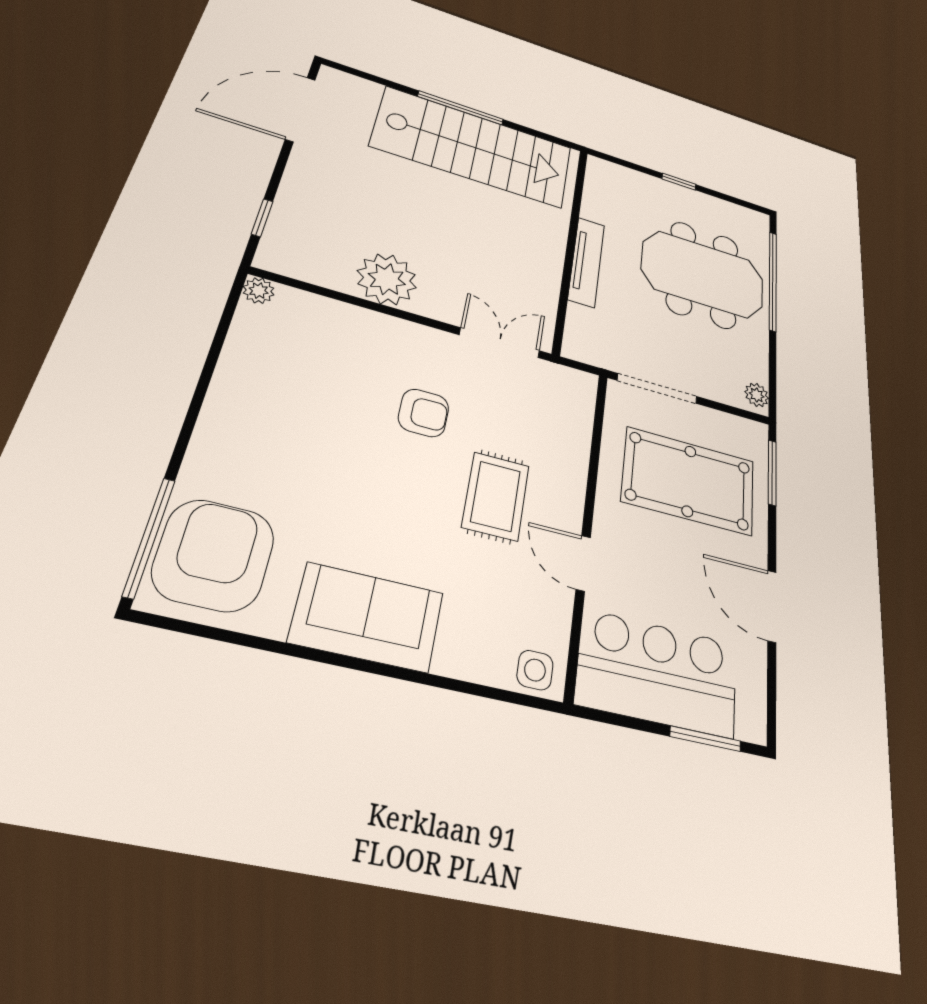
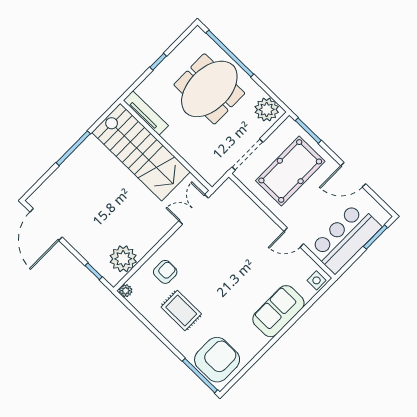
stairs: (473, 147) -> (141, 152), moved, turned 90
tv unit: (586, 262) -> (146, 113), moved
plant: (387, 279) -> (123, 259), moved
plant: (757, 395) -> (267, 110), width x1.87, depth x1.87
armchair: (424, 413) -> (165, 272), moved
rug: (496, 496) -> (181, 310), moved
armchair: (214, 555) -> (217, 360), turned 90
sofa: (367, 617) -> (278, 311), moved

